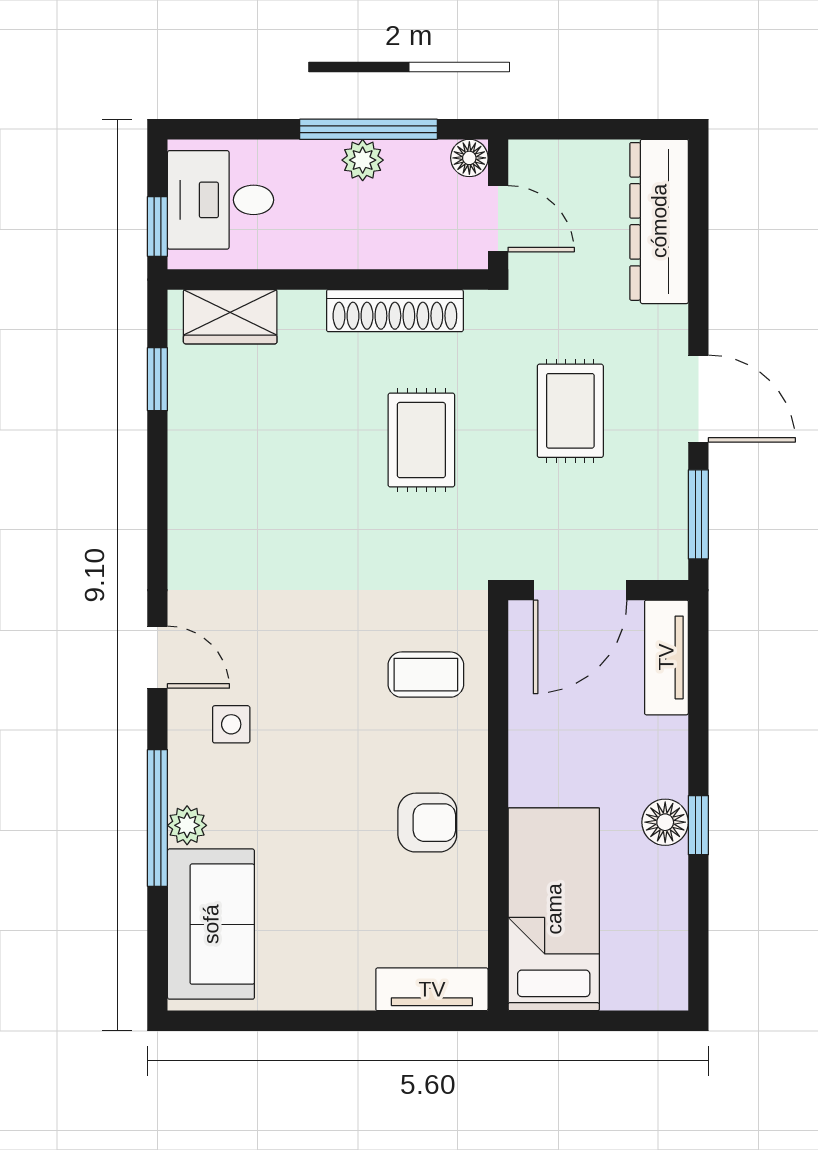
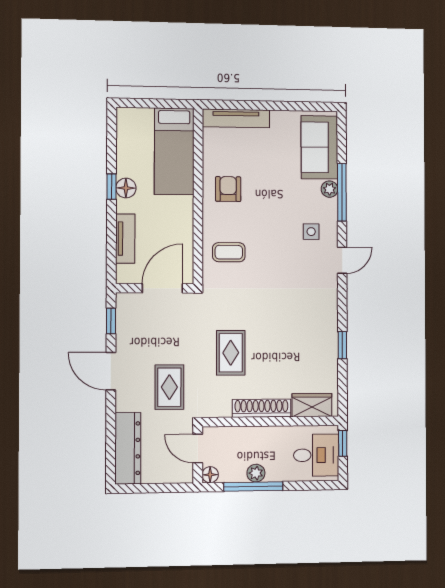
shoe rack: (395, 311) -> (261, 408), moved
window: (157, 379) -> (342, 345), moved
rug: (570, 411) -> (169, 387), moved
window: (698, 514) -> (111, 321), width x0.67
door: (157, 657) -> (342, 260), swing flipped
tv unit: (666, 657) -> (125, 239), moved
armchair: (427, 823) -> (228, 189), turned 90
tv unit: (432, 989) -> (236, 118), width x1.41

